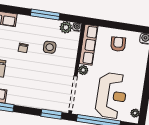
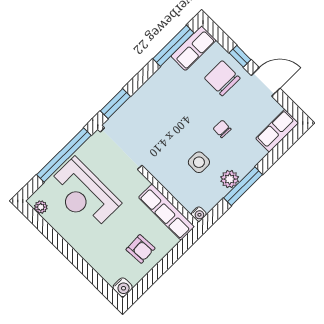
plant: (66, 27) -> (230, 179), moved
plant: (83, 70) -> (141, 183), removed

